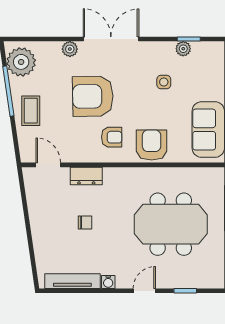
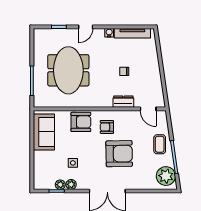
plant: (70, 49) -> (71, 184), moved
armchair: (152, 145) -> (81, 122), turned -90
meeting table: (171, 224) -> (68, 70), turned 90

